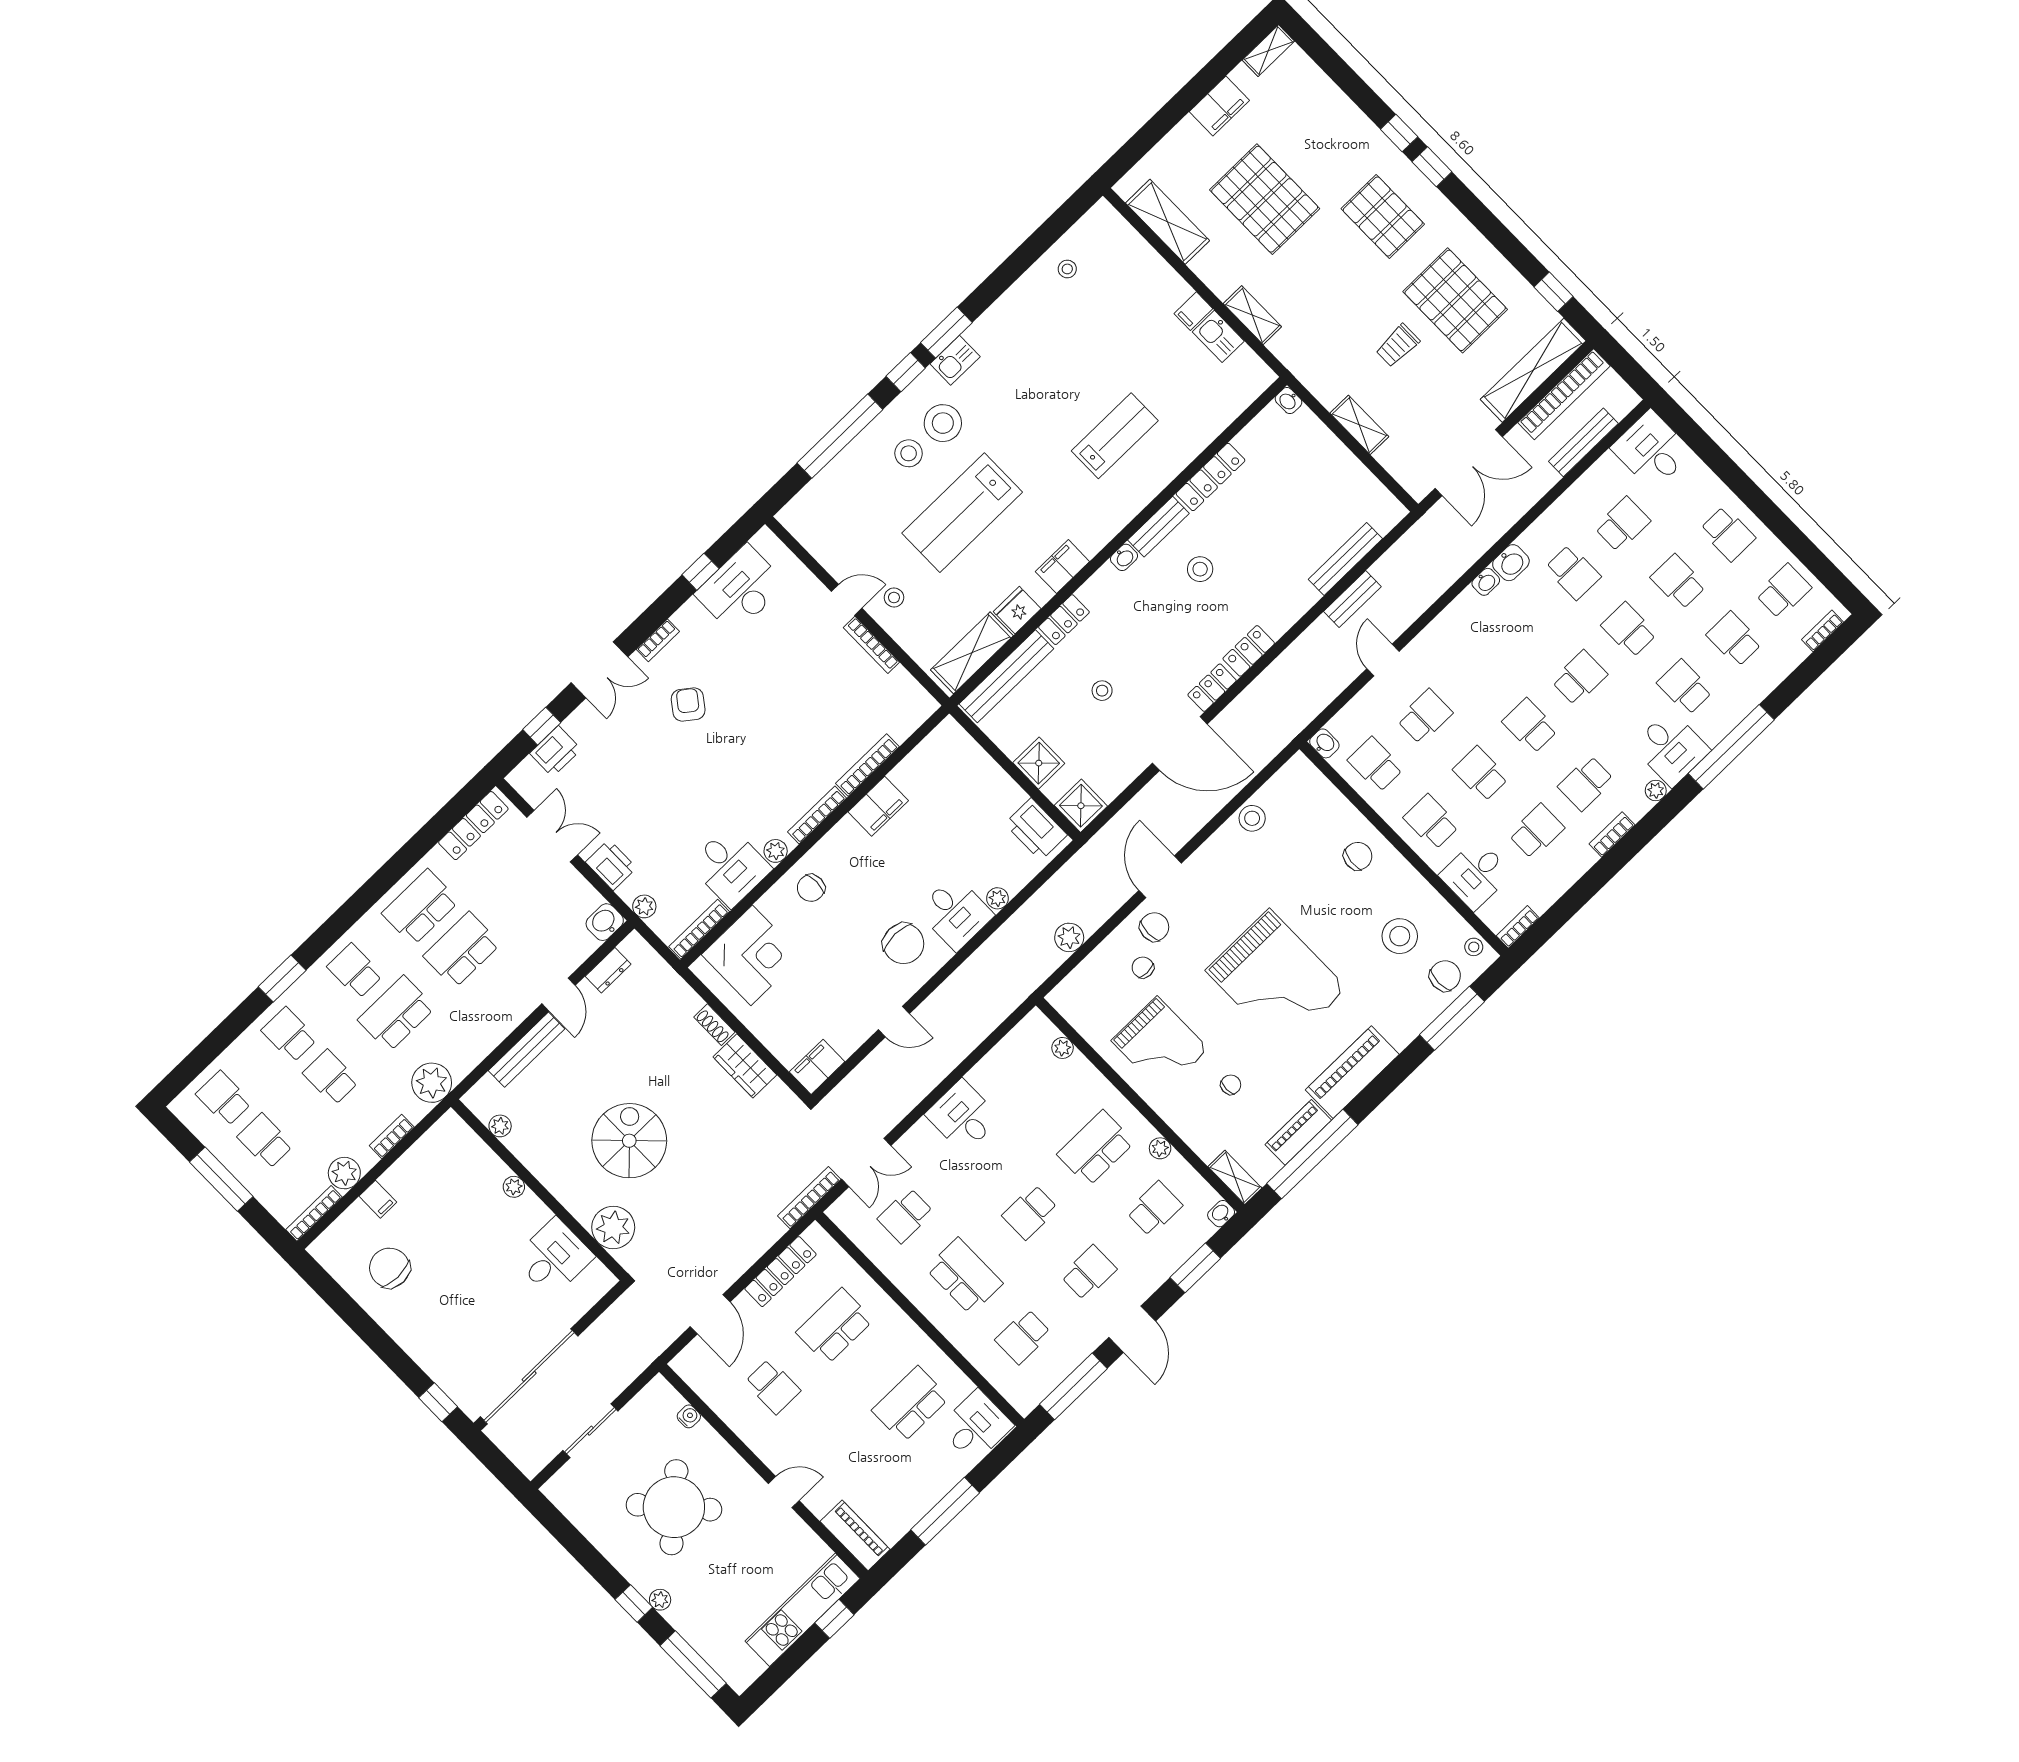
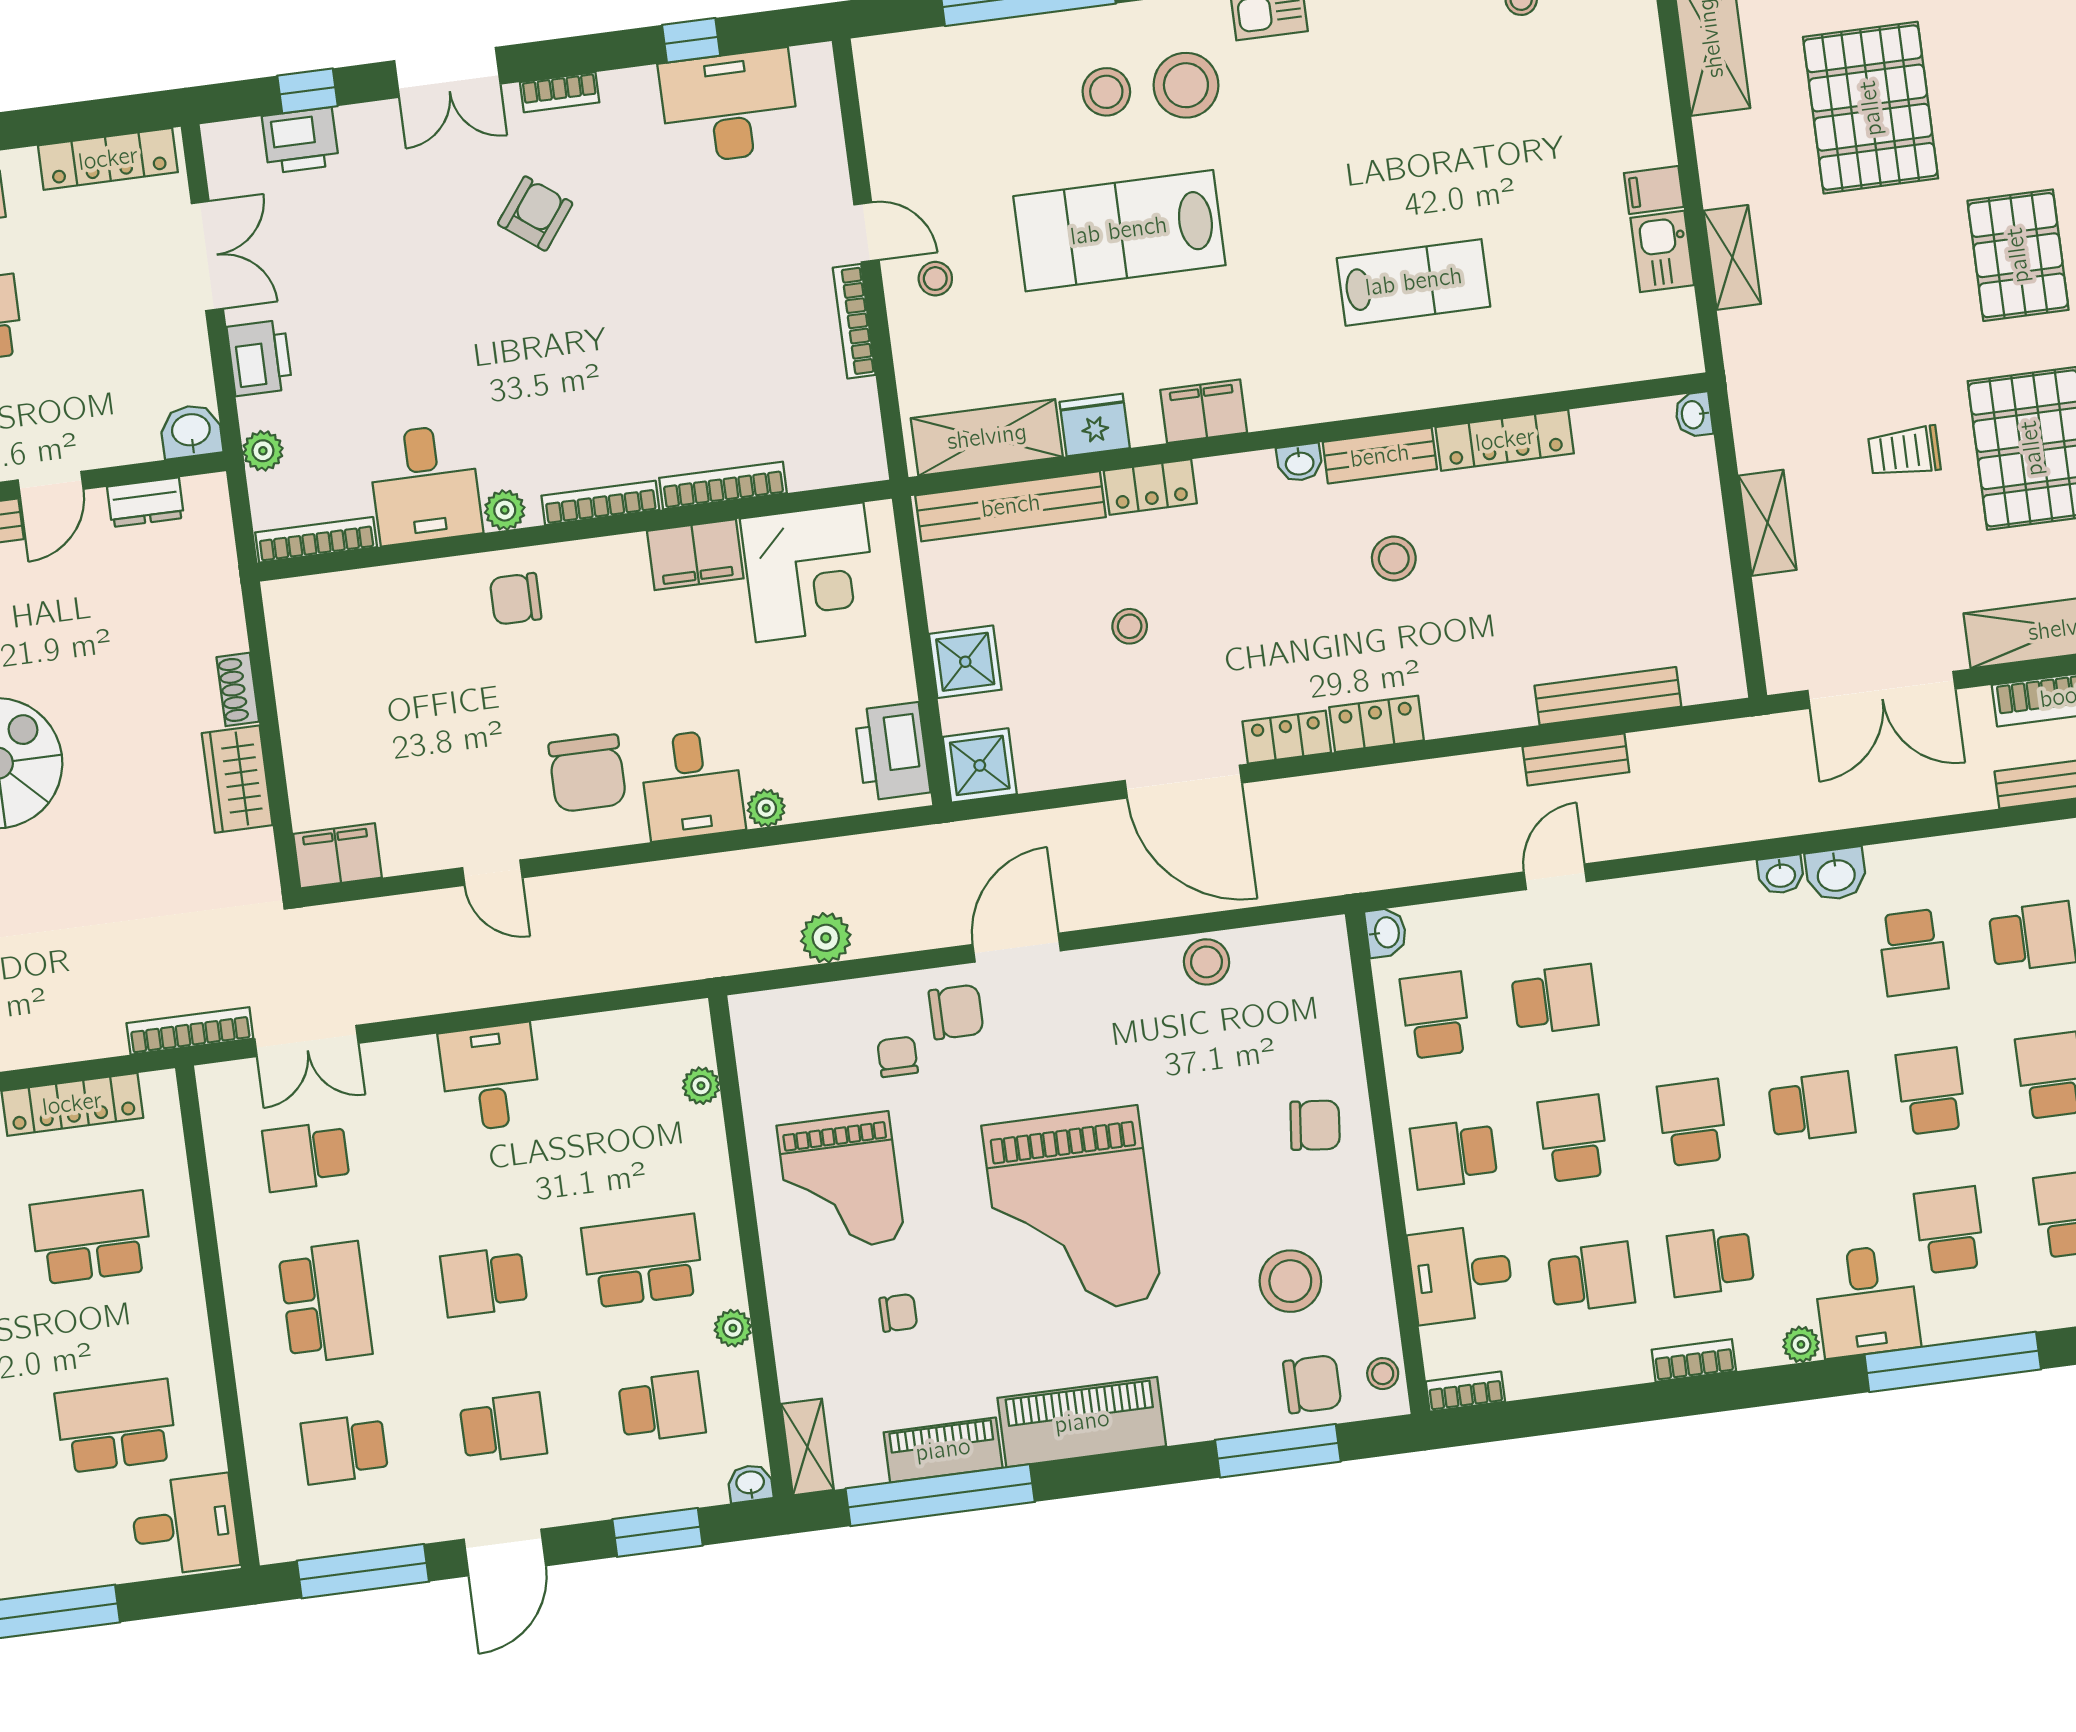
school desk: (1431, 822) -> (1454, 1154), turned -90
corner desk: (752, 955) -> (810, 572), moved

